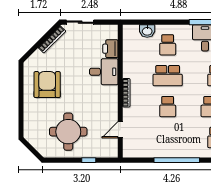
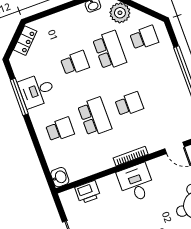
washbasin: (147, 31) -> (60, 177), moved
desk: (104, 72) -> (136, 183), moved

